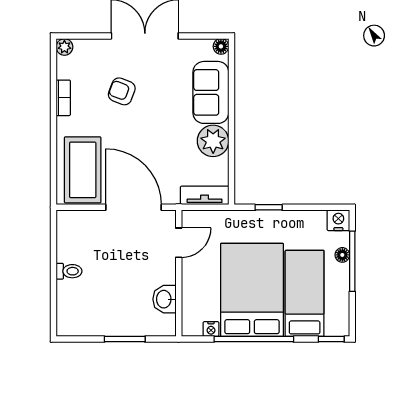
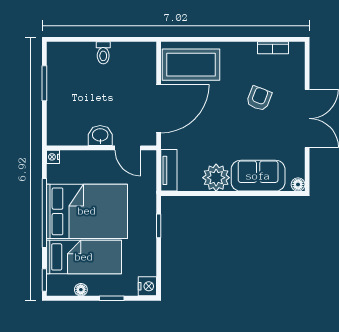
plant: (64, 47) -> (298, 49), removed
bookcase: (63, 98) -> (273, 48), moved
floor lamp: (342, 255) -> (81, 290), moved
window: (352, 261) -> (112, 298), width x0.46
washbasin: (164, 299) -> (100, 135), moved
nightstand: (211, 329) -> (53, 157), moved
window: (125, 339) -> (44, 83), moved

